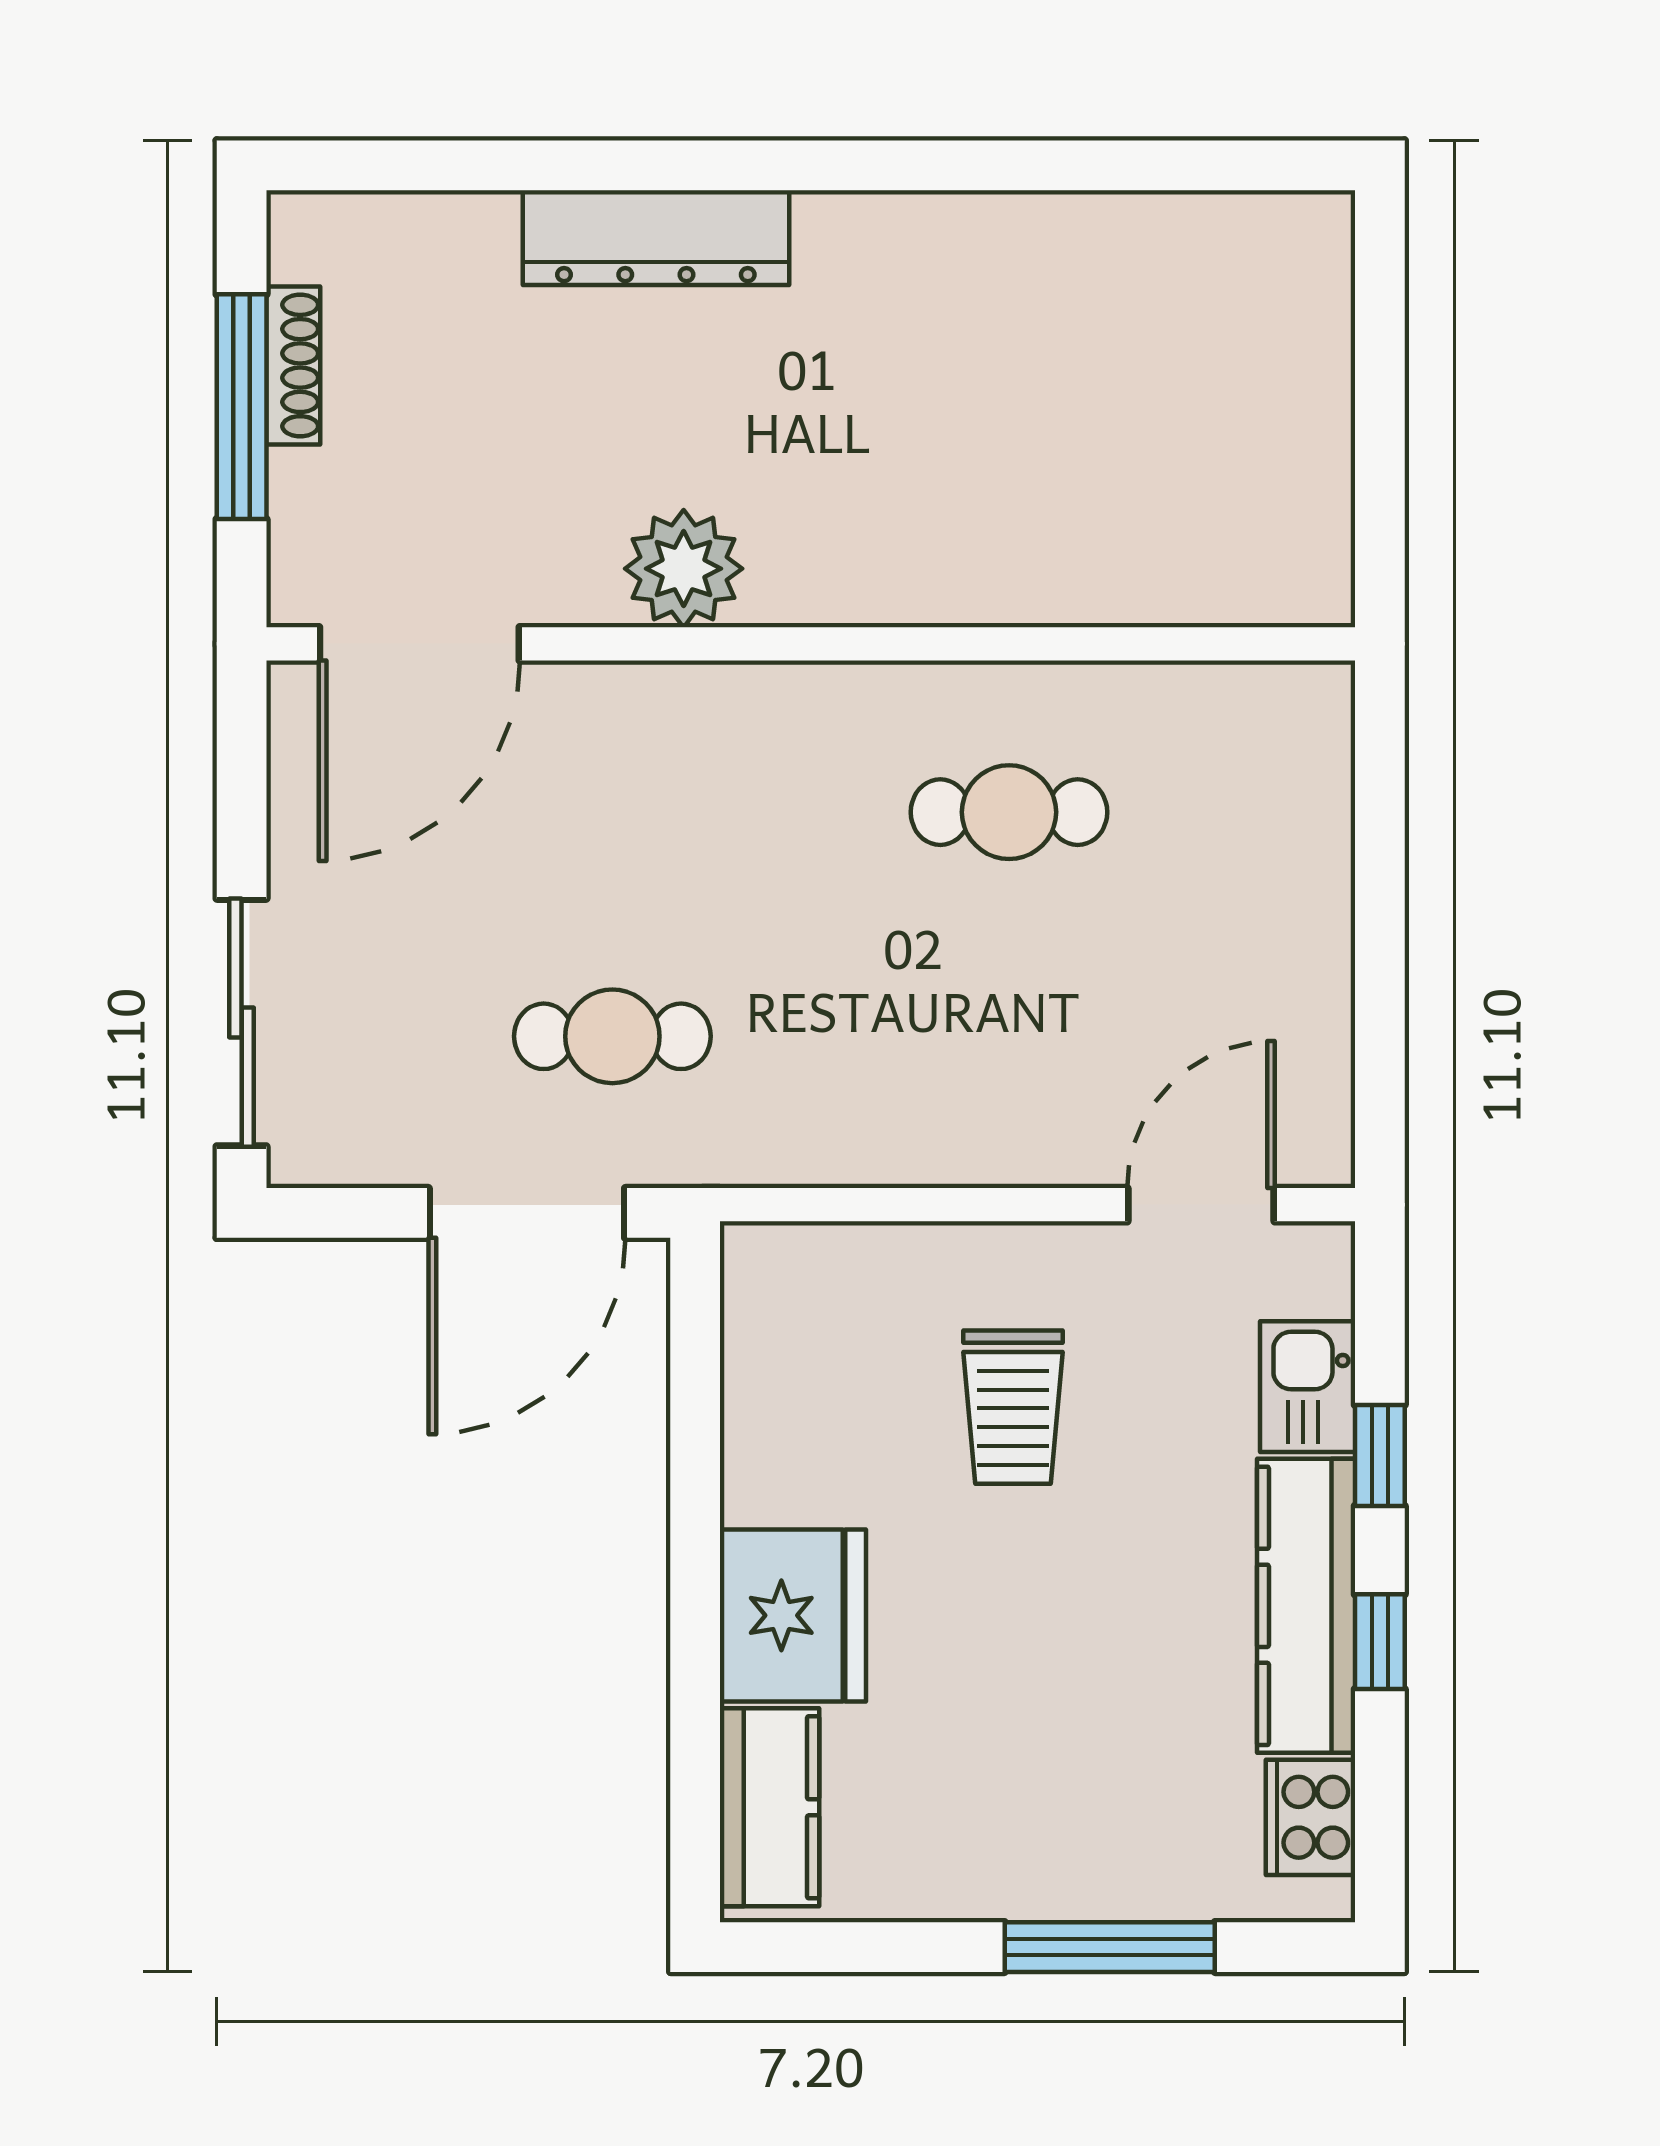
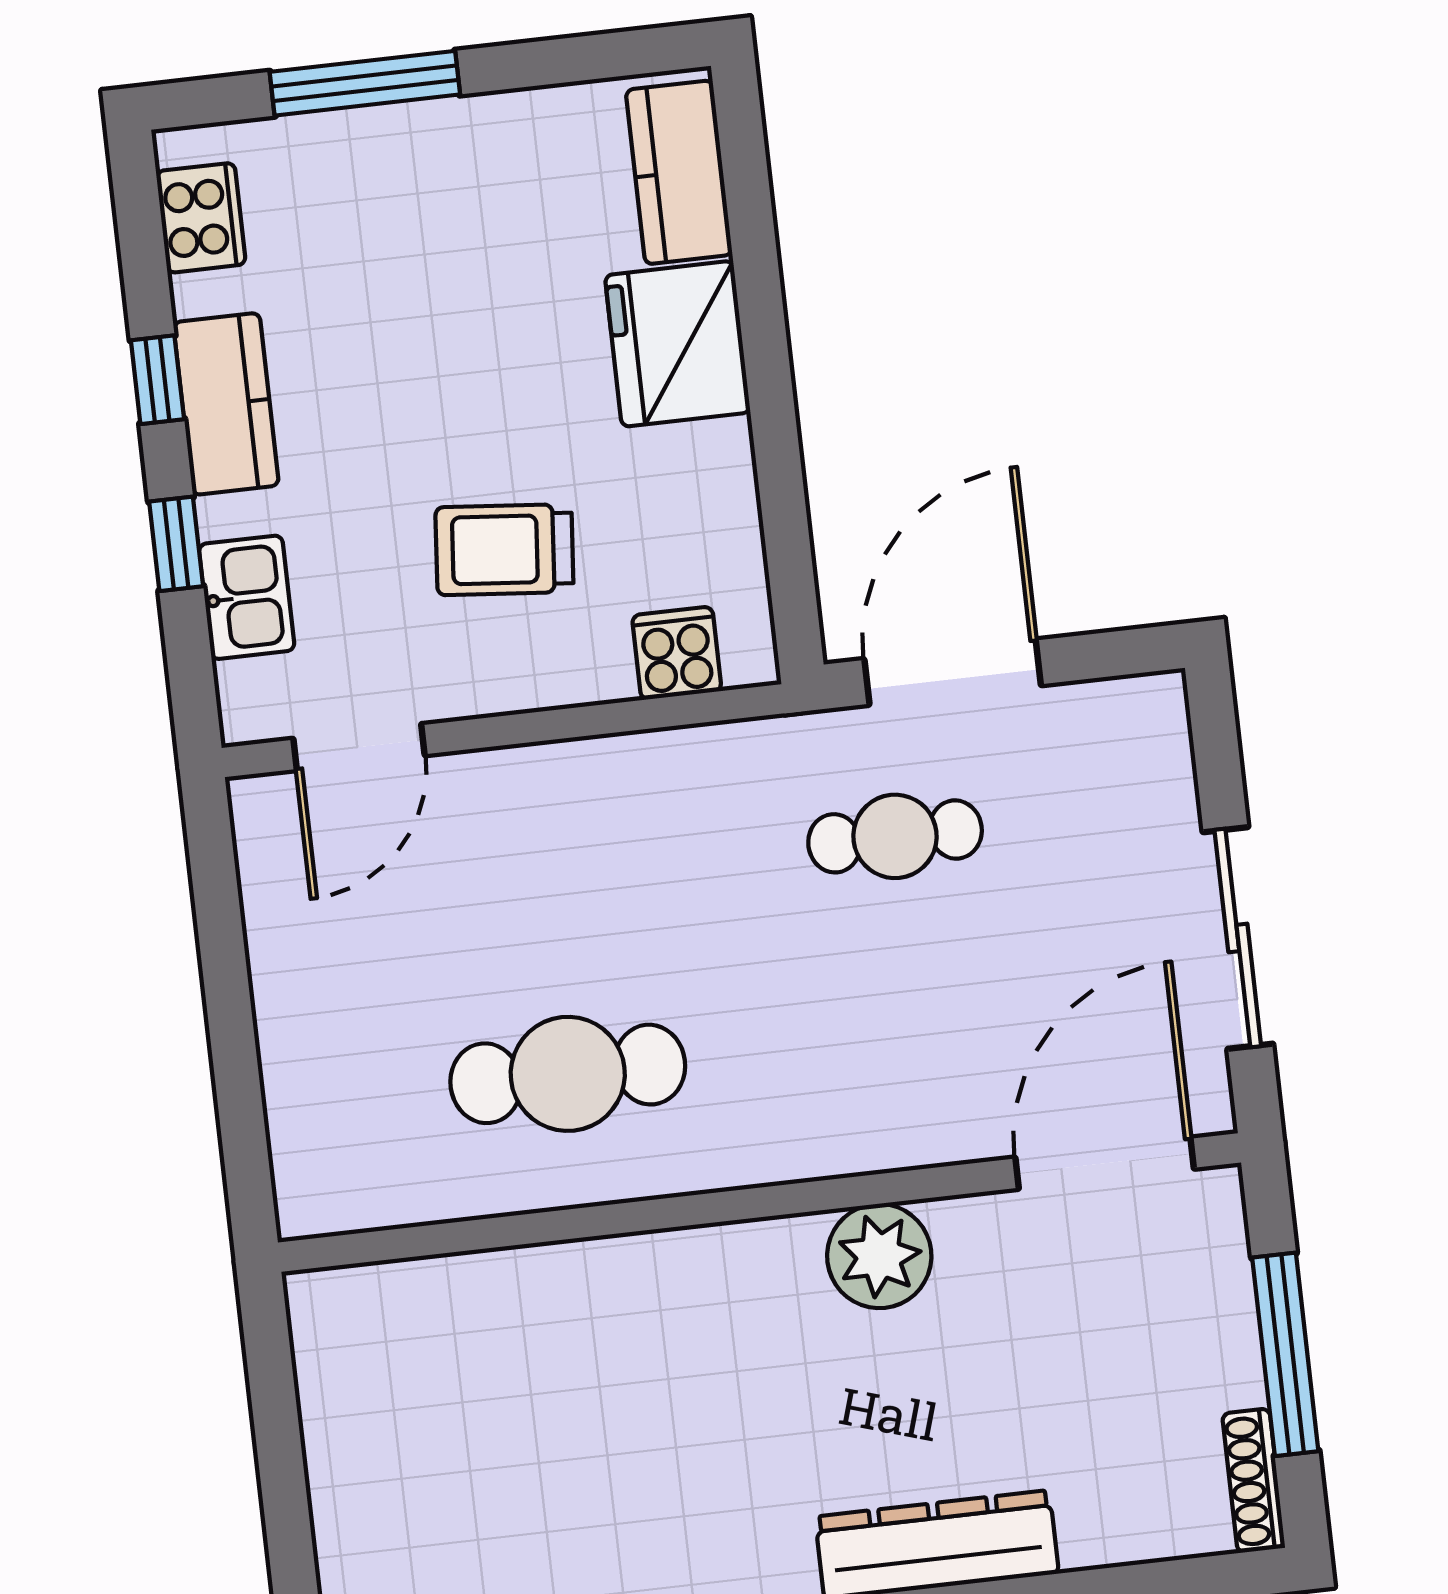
shoe rack: (293, 366) -> (1254, 1481), moved
cafe table: (1009, 812) -> (568, 1074), width x1.37, depth x1.35
sliding door: (242, 1023) -> (1238, 938), moved
cooker: (833, 1269) -> (677, 653), added
trolley: (1013, 1407) -> (504, 550), turned -85
kitchen counter: (1306, 1606) -> (226, 404), width x0.67

